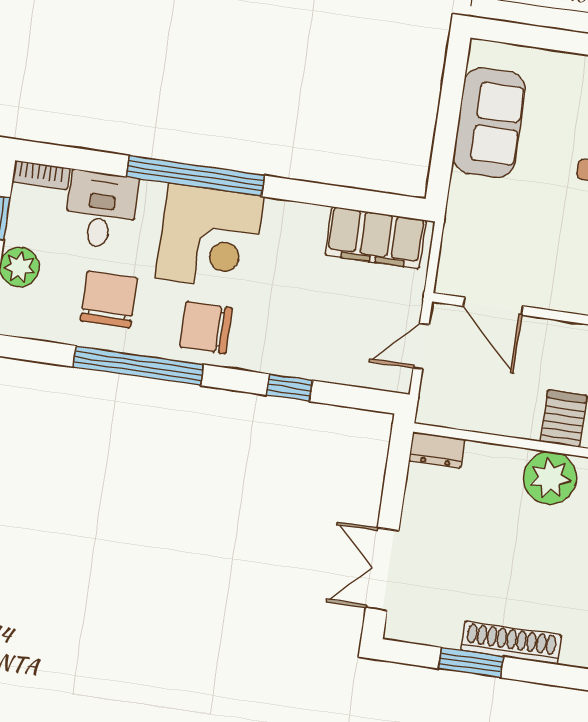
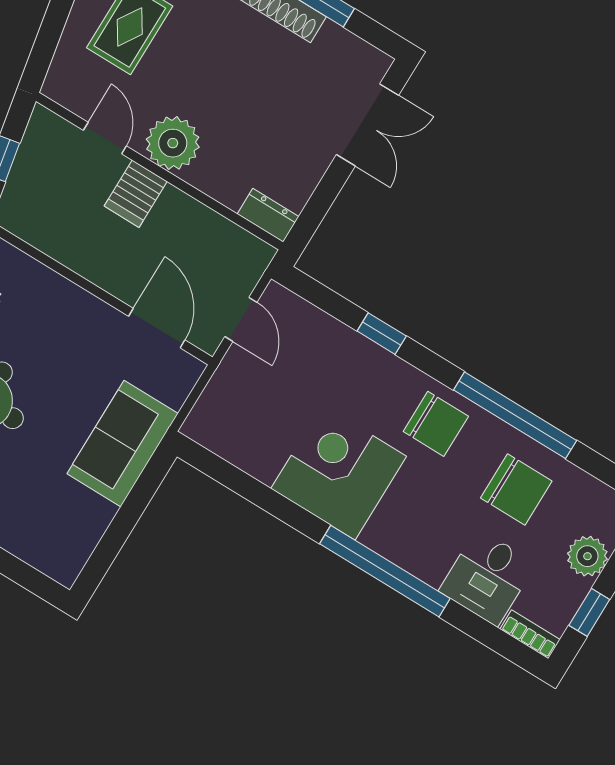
sofa: (489, 123) -> (123, 444), moved
corner desk: (210, 237) -> (339, 472), moved
filing cabinet: (376, 238) -> (240, 440), removed
chair: (109, 300) -> (516, 490), turned -90
door: (421, 346) -> (241, 319), hinge flipped

